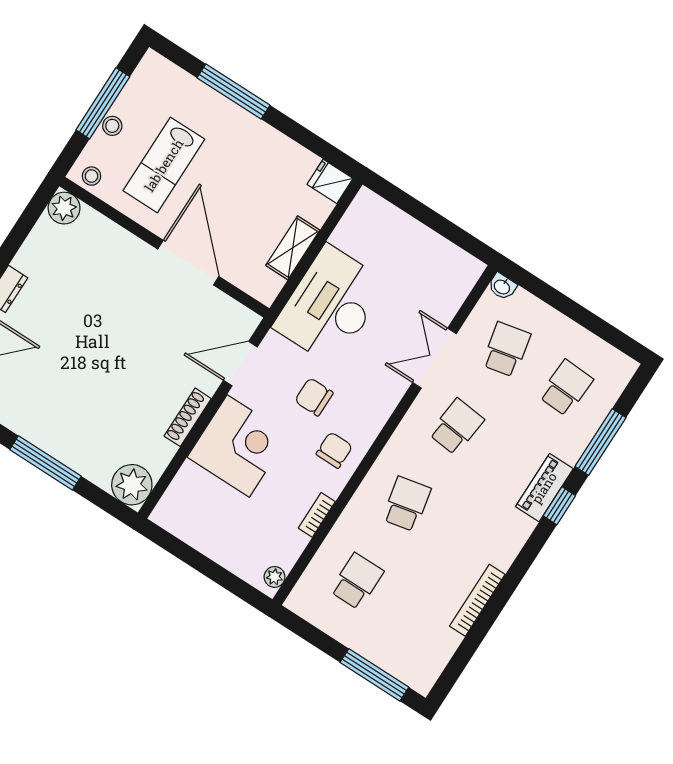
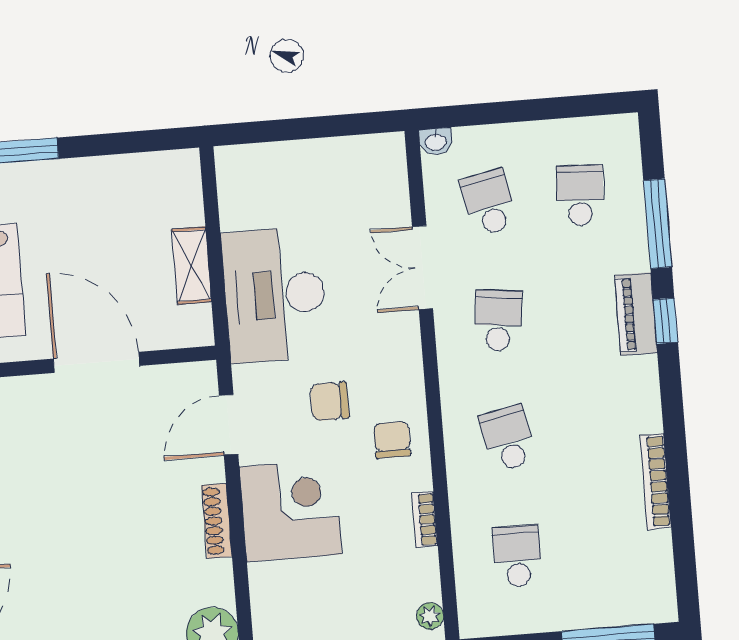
fridge: (330, 181) -> (178, 169), removed

